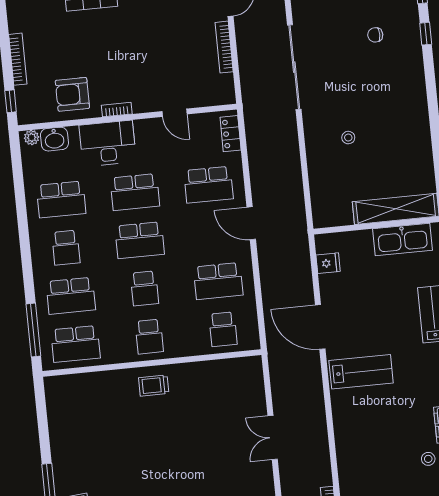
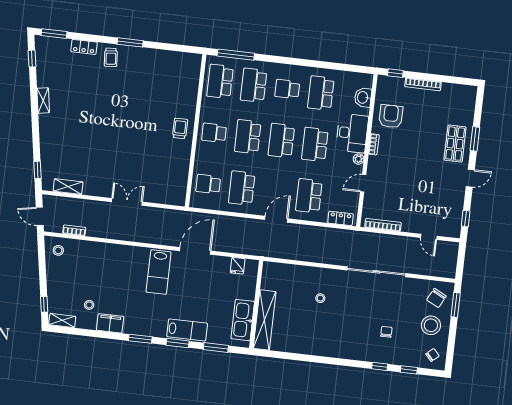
bookcase: (224, 47) -> (383, 225), moved
plant: (32, 138) -> (359, 159), moved
school desk: (144, 288) -> (248, 137), width x1.85

